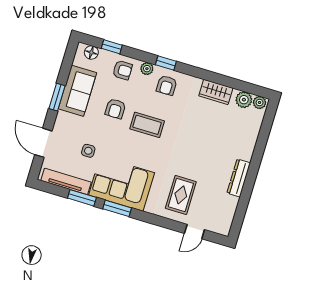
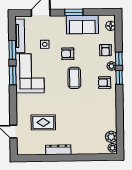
window: (112, 47) -> (119, 59), moved
wardrobe: (216, 92) -> (110, 117), removed
armchair: (115, 109) -> (68, 54), moved
rug: (181, 195) -> (43, 122), moved

